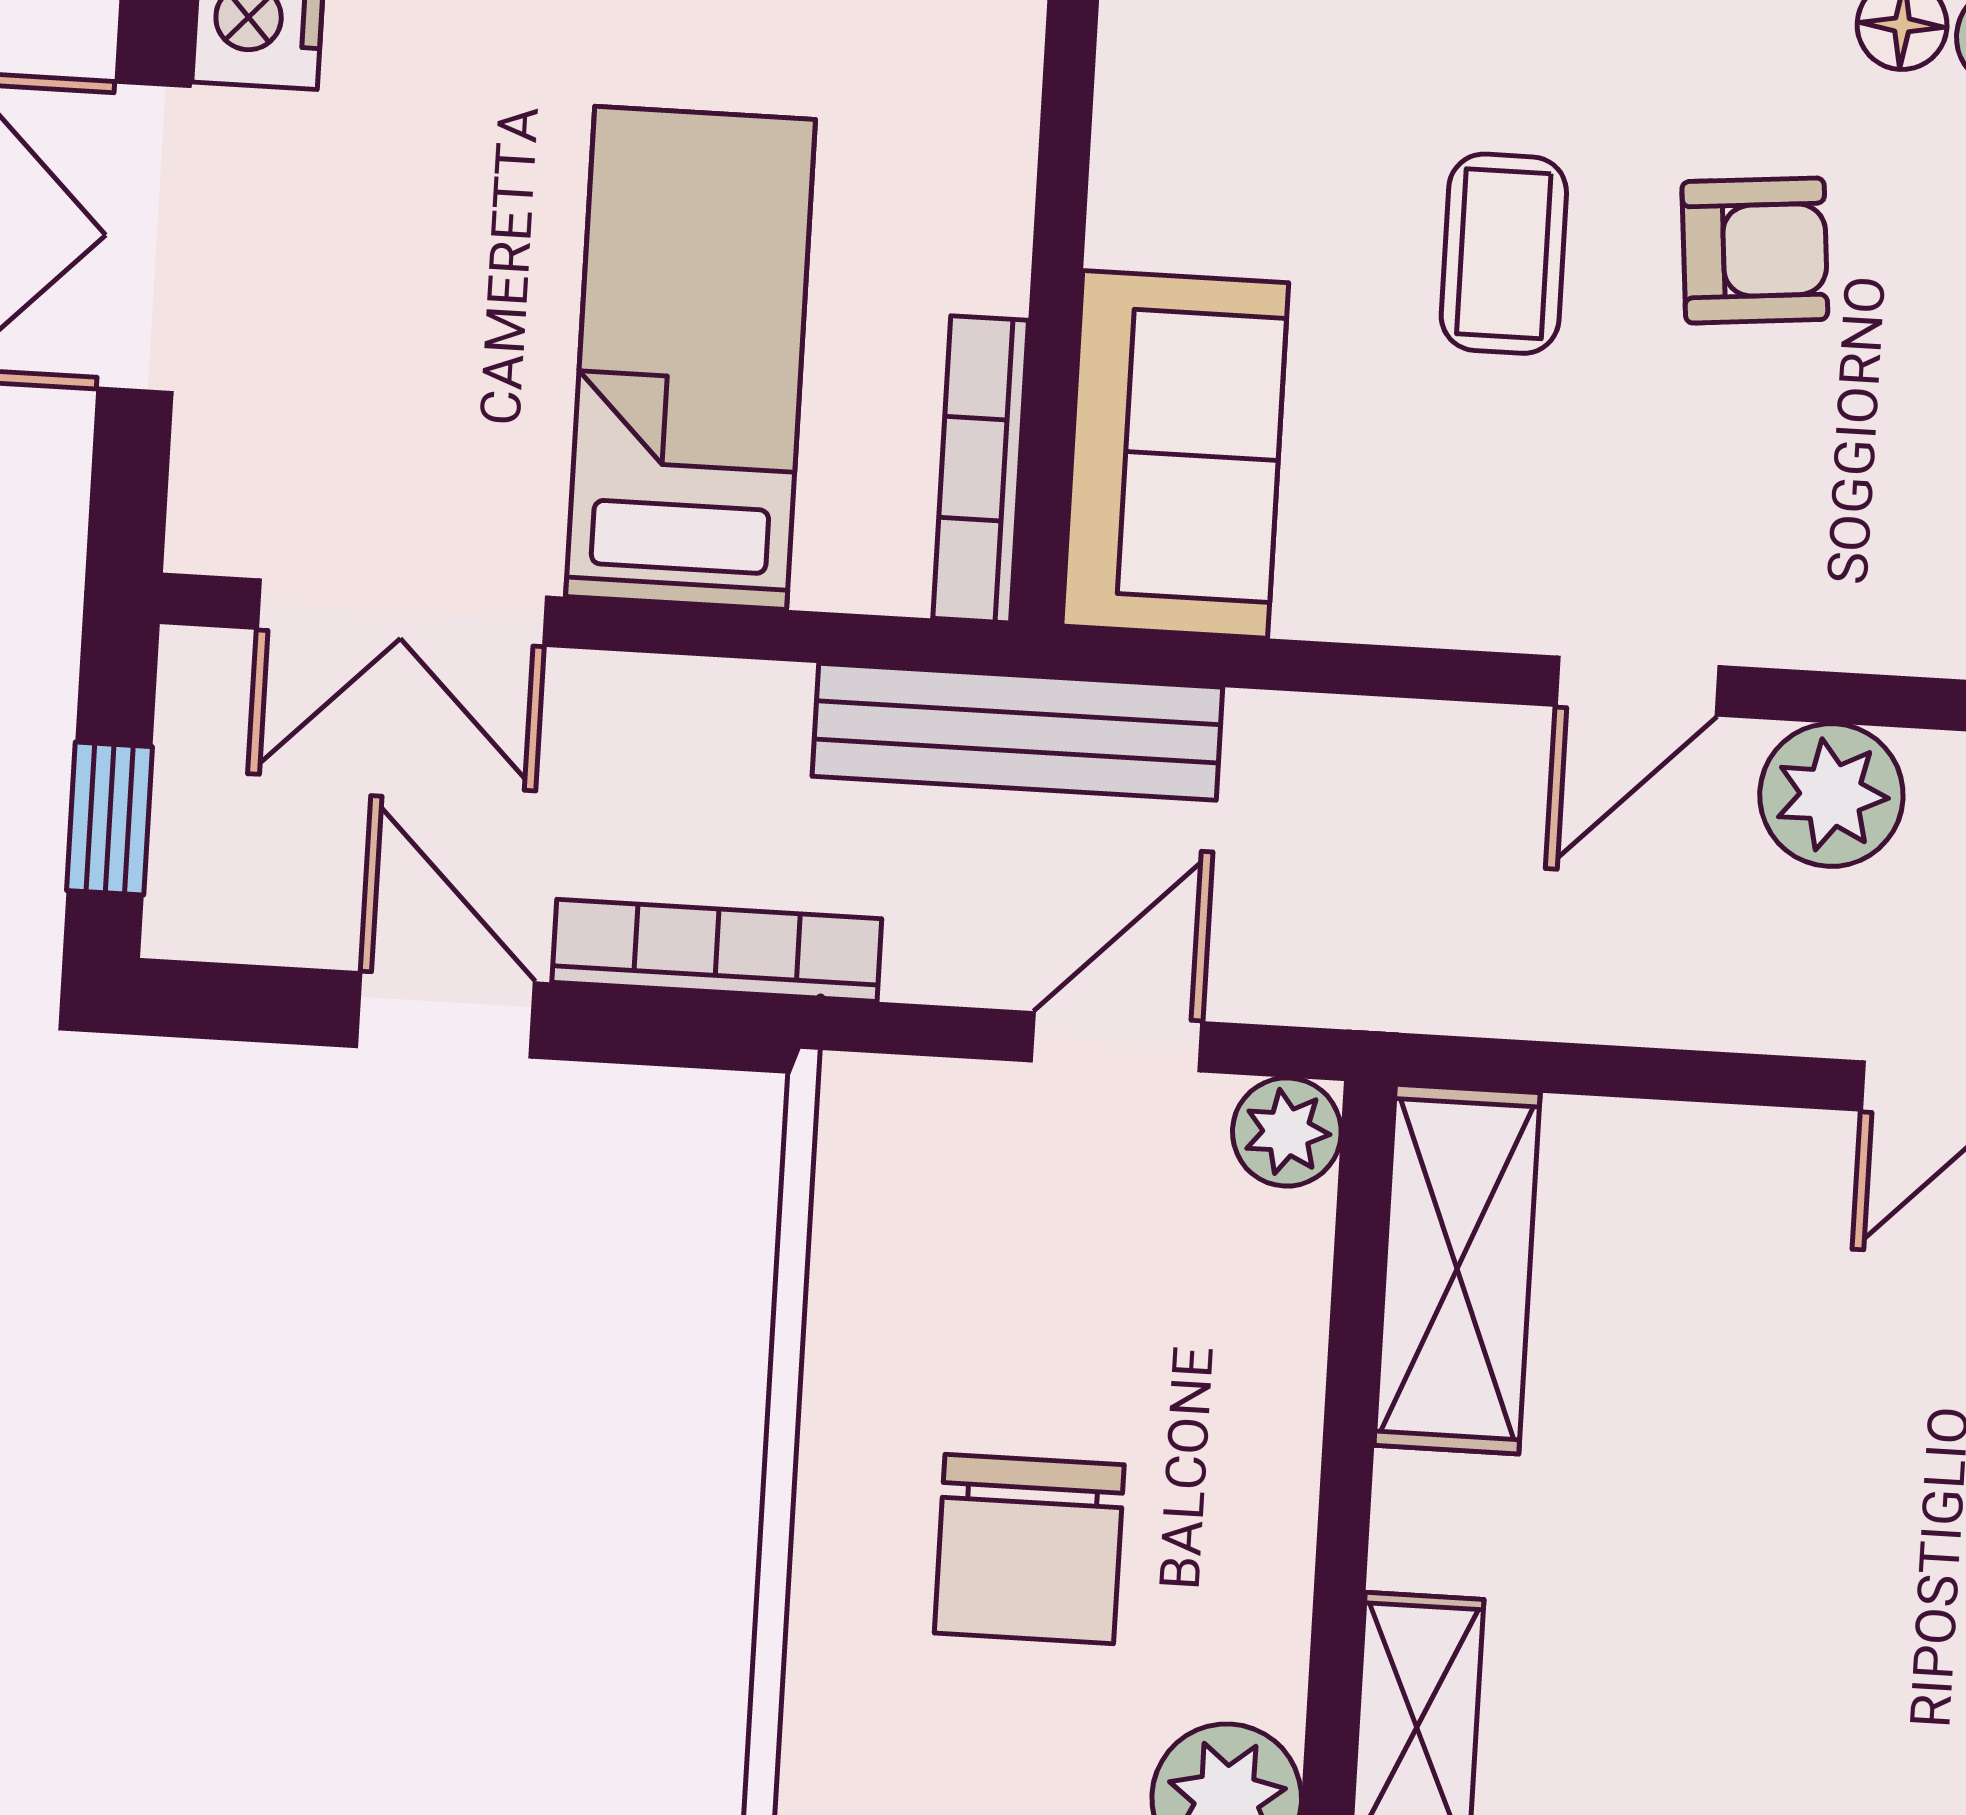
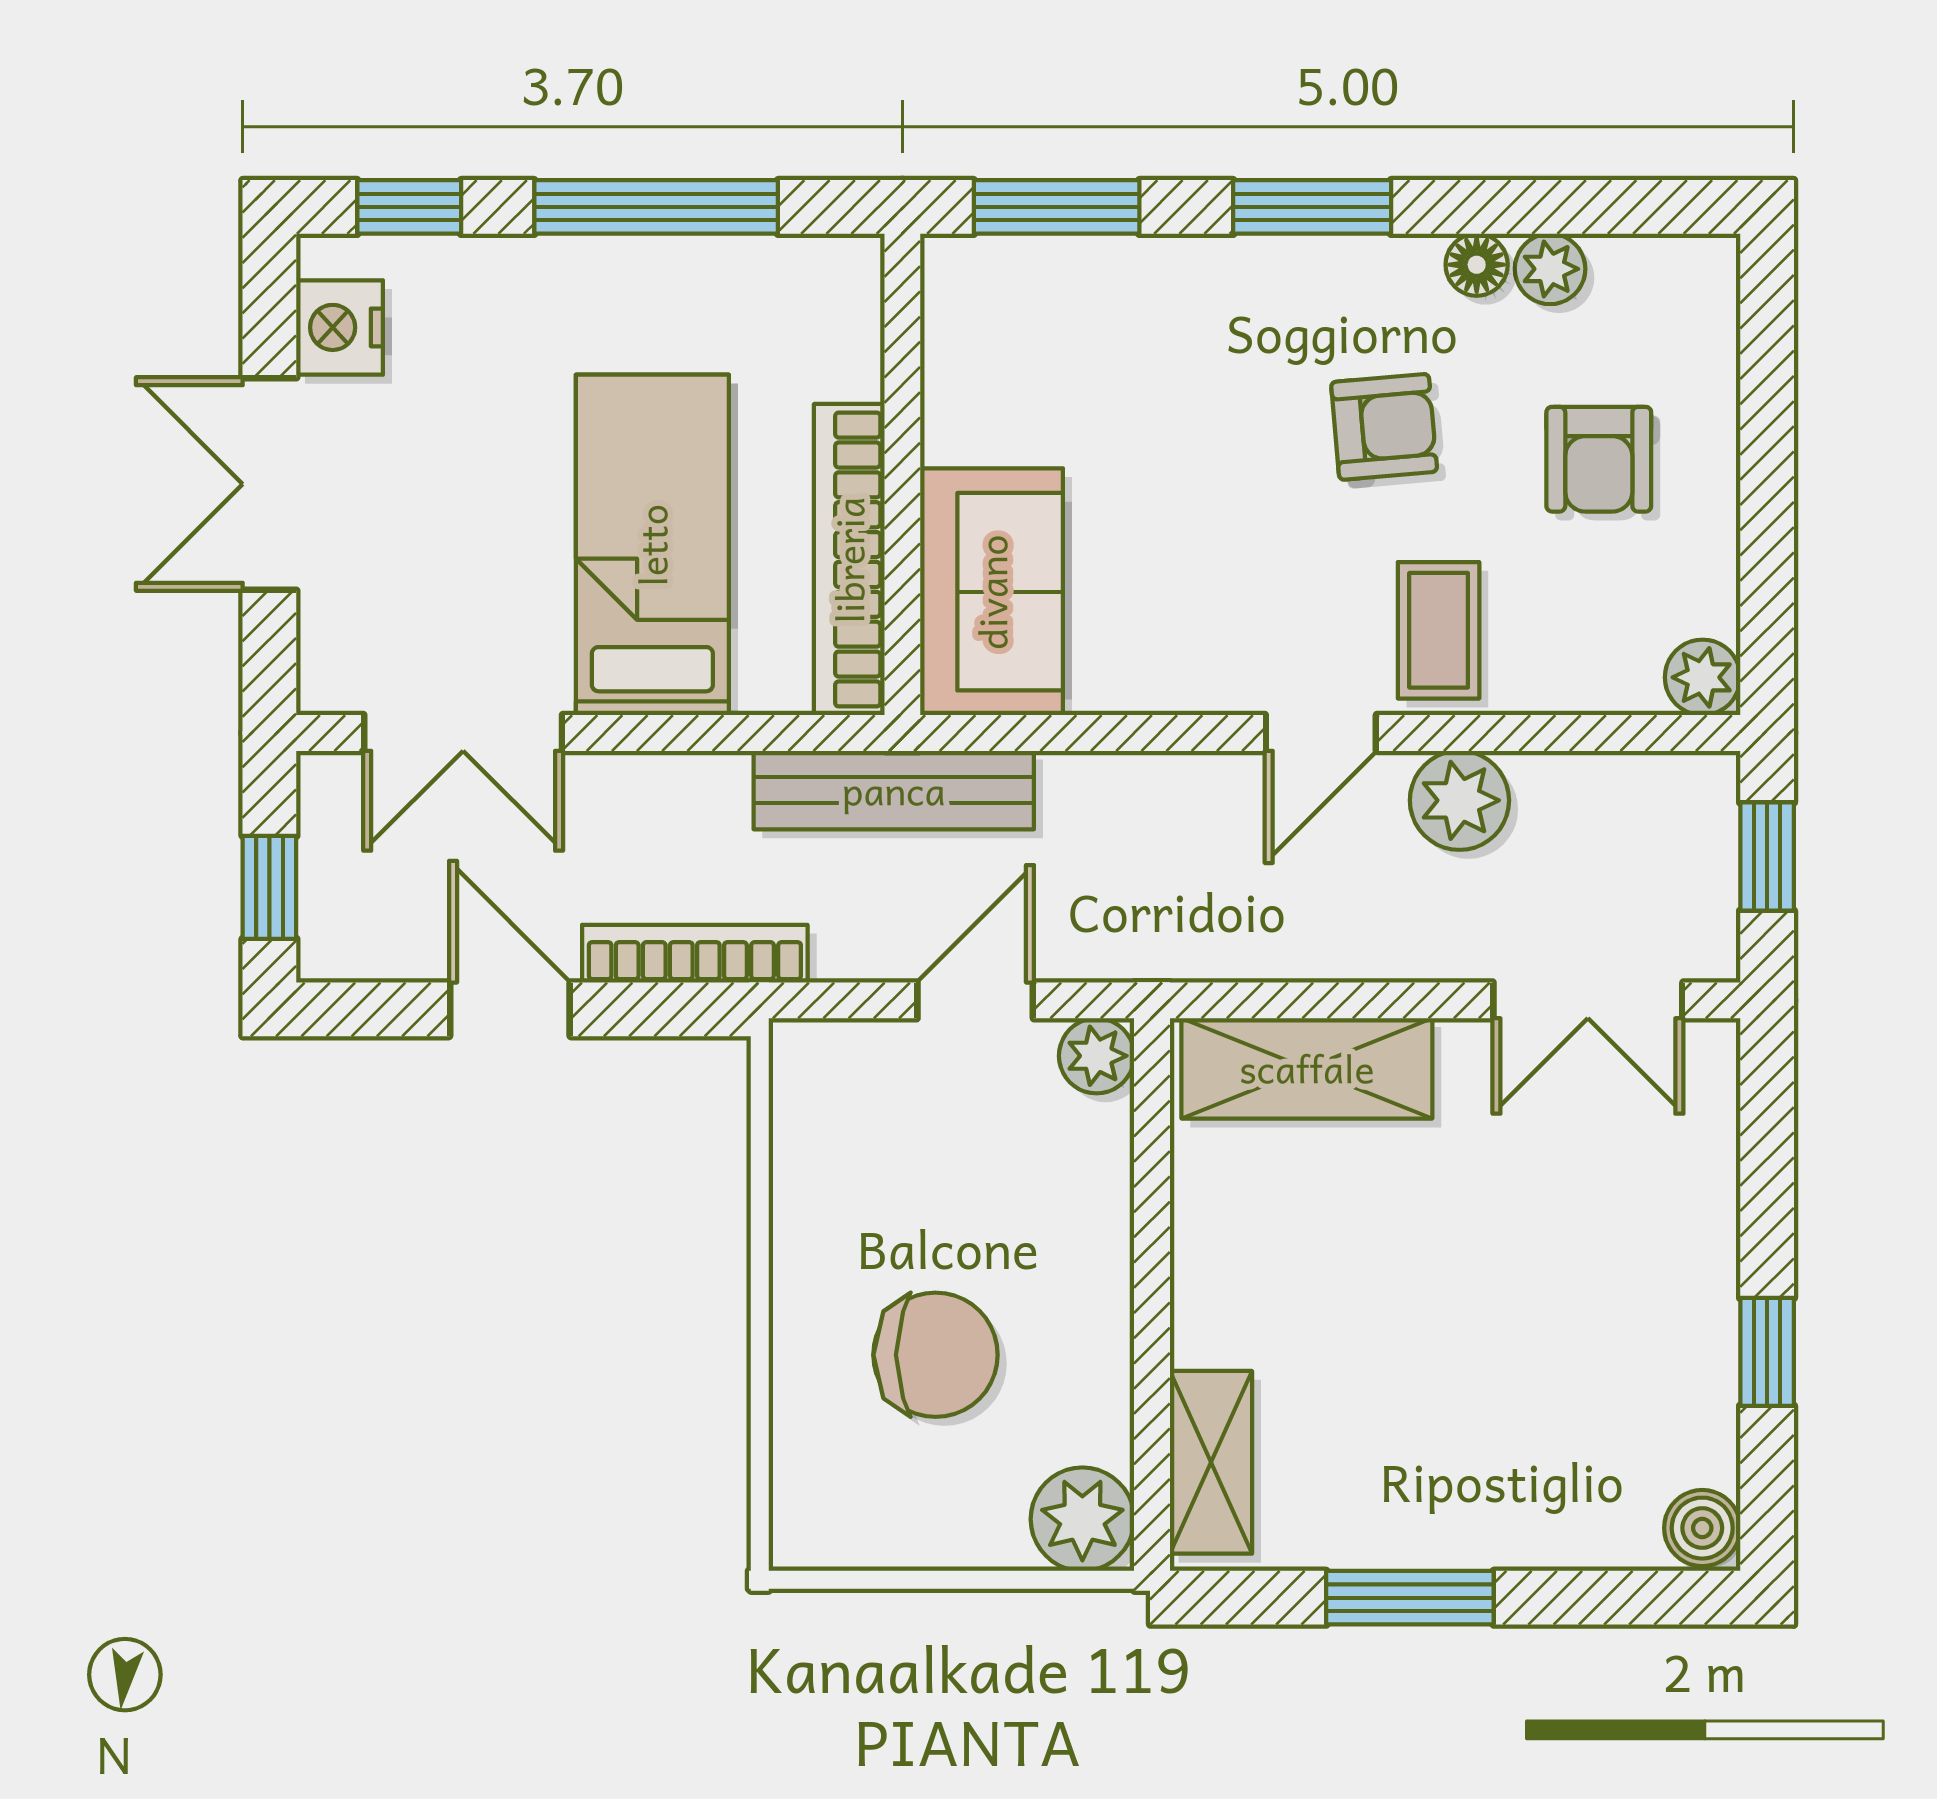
coffee table: (1504, 254) -> (1439, 630), moved
bookcase: (981, 469) -> (849, 560), width x1.48, depth x1.31
shelving: (1457, 1269) -> (1307, 1068), moved, turned 90
chair: (1029, 1549) -> (936, 1355), turned -90

